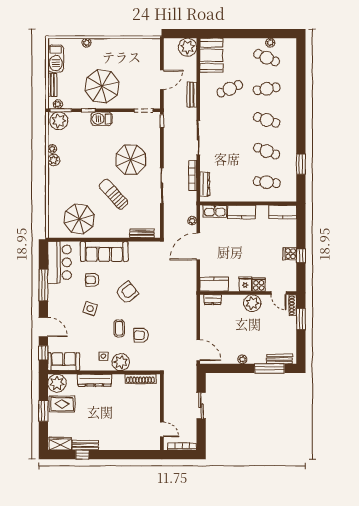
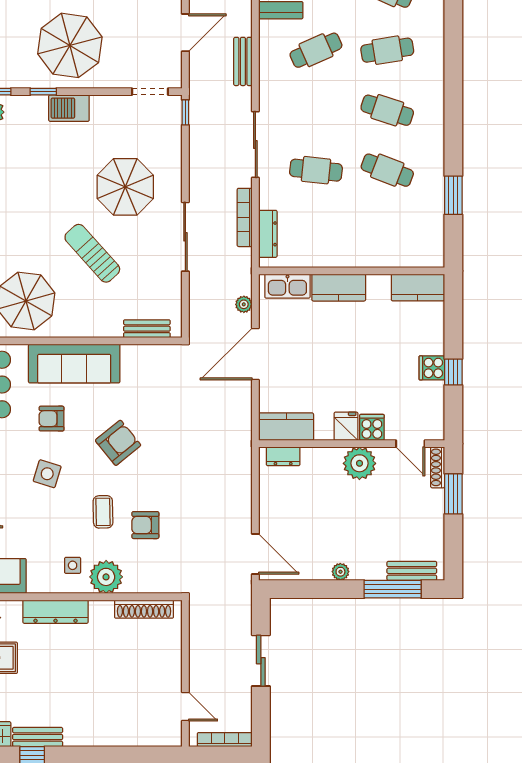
cafe table: (267, 182) -> (316, 170), moved

